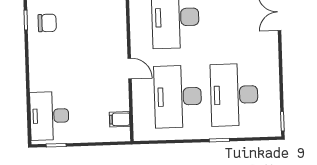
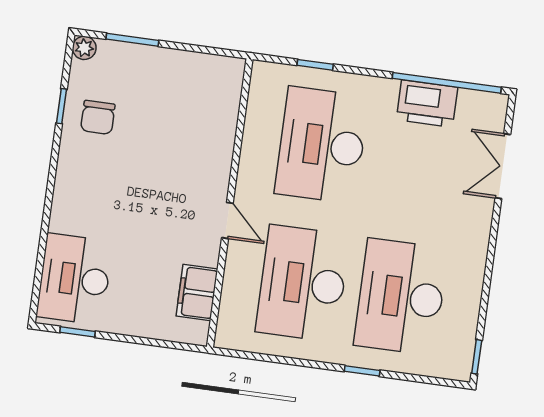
chair: (47, 23) -> (98, 117), turned 90
filing cabinet: (120, 119) -> (197, 293), width x2.00

